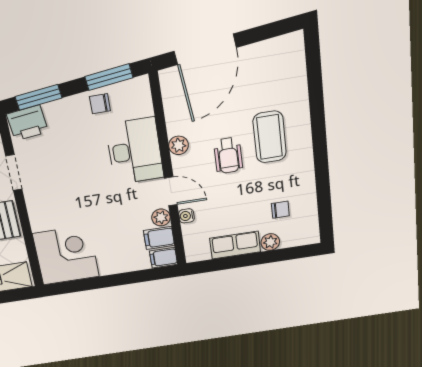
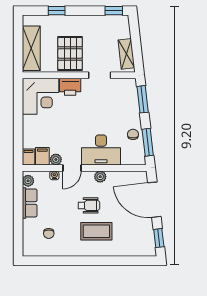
window: (271, 30) -> (159, 238), added
printer: (28, 123) -> (70, 87), moved, turned -83
wheelchair: (228, 156) -> (89, 205), turned 180
plant: (270, 242) -> (28, 181), moved

